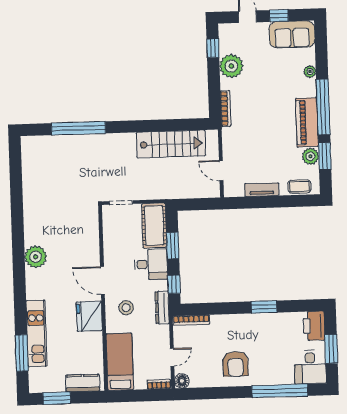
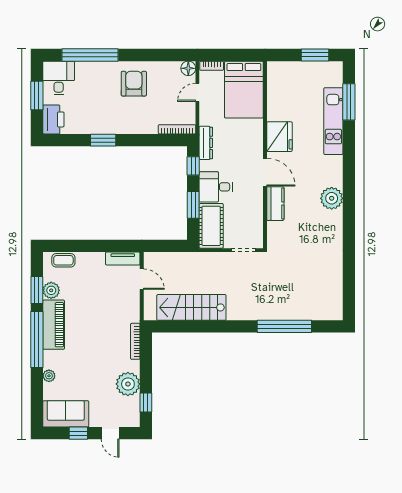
tv unit: (262, 190) -> (123, 258), moved
stool: (126, 308) -> (242, 144), removed
bed: (120, 362) -> (244, 90), width x1.50
kitchen counter: (83, 383) -> (275, 204), moved, turned -90

